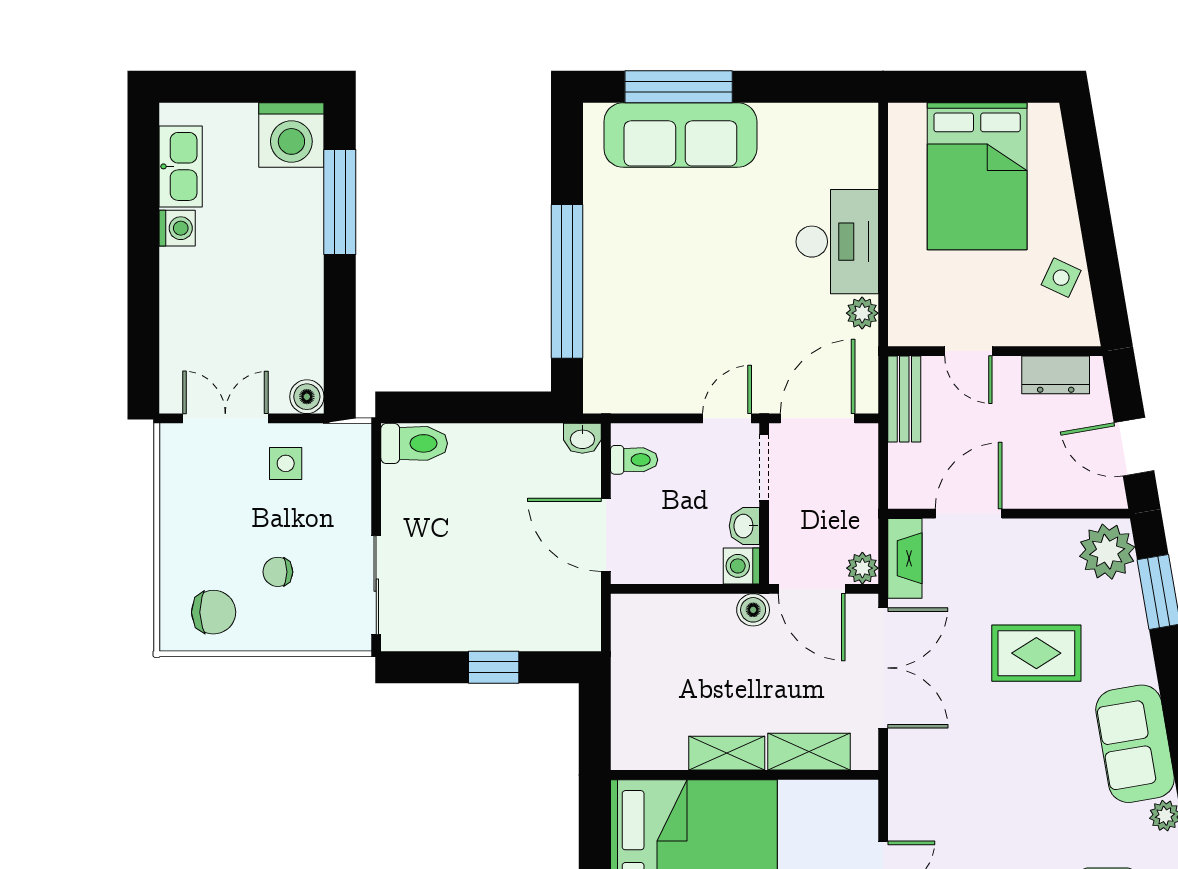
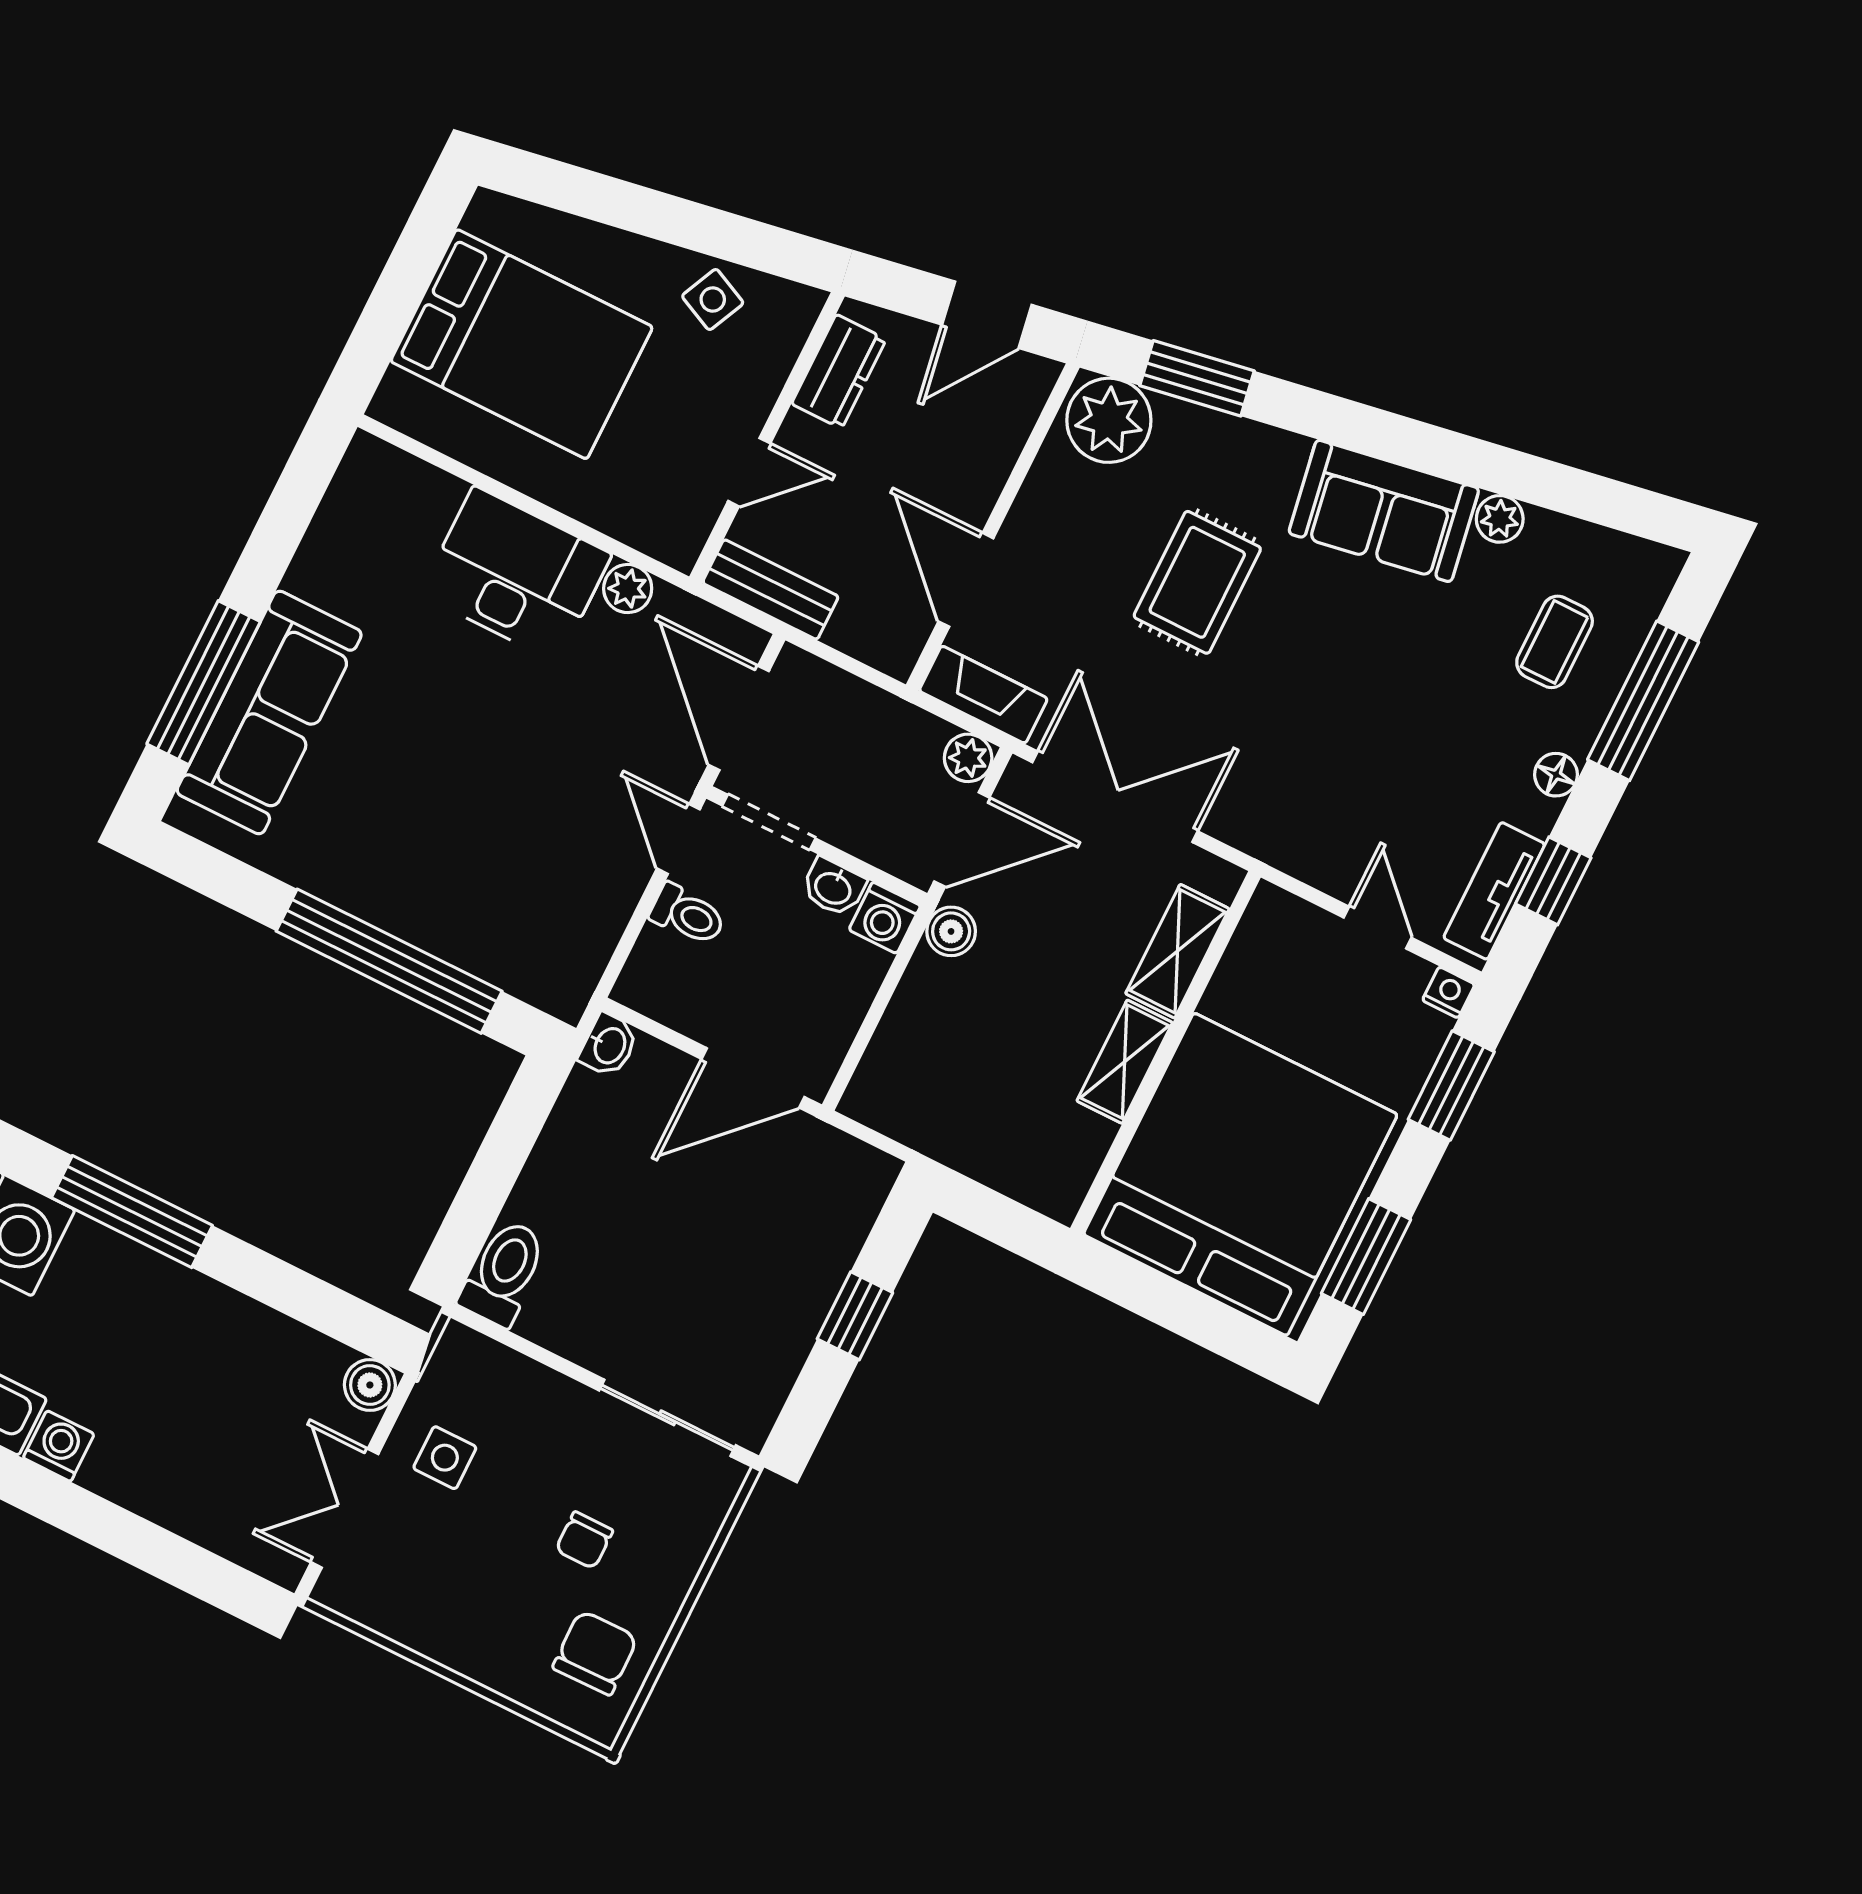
toilet: (634, 460) -> (688, 915), moved, turned 90

